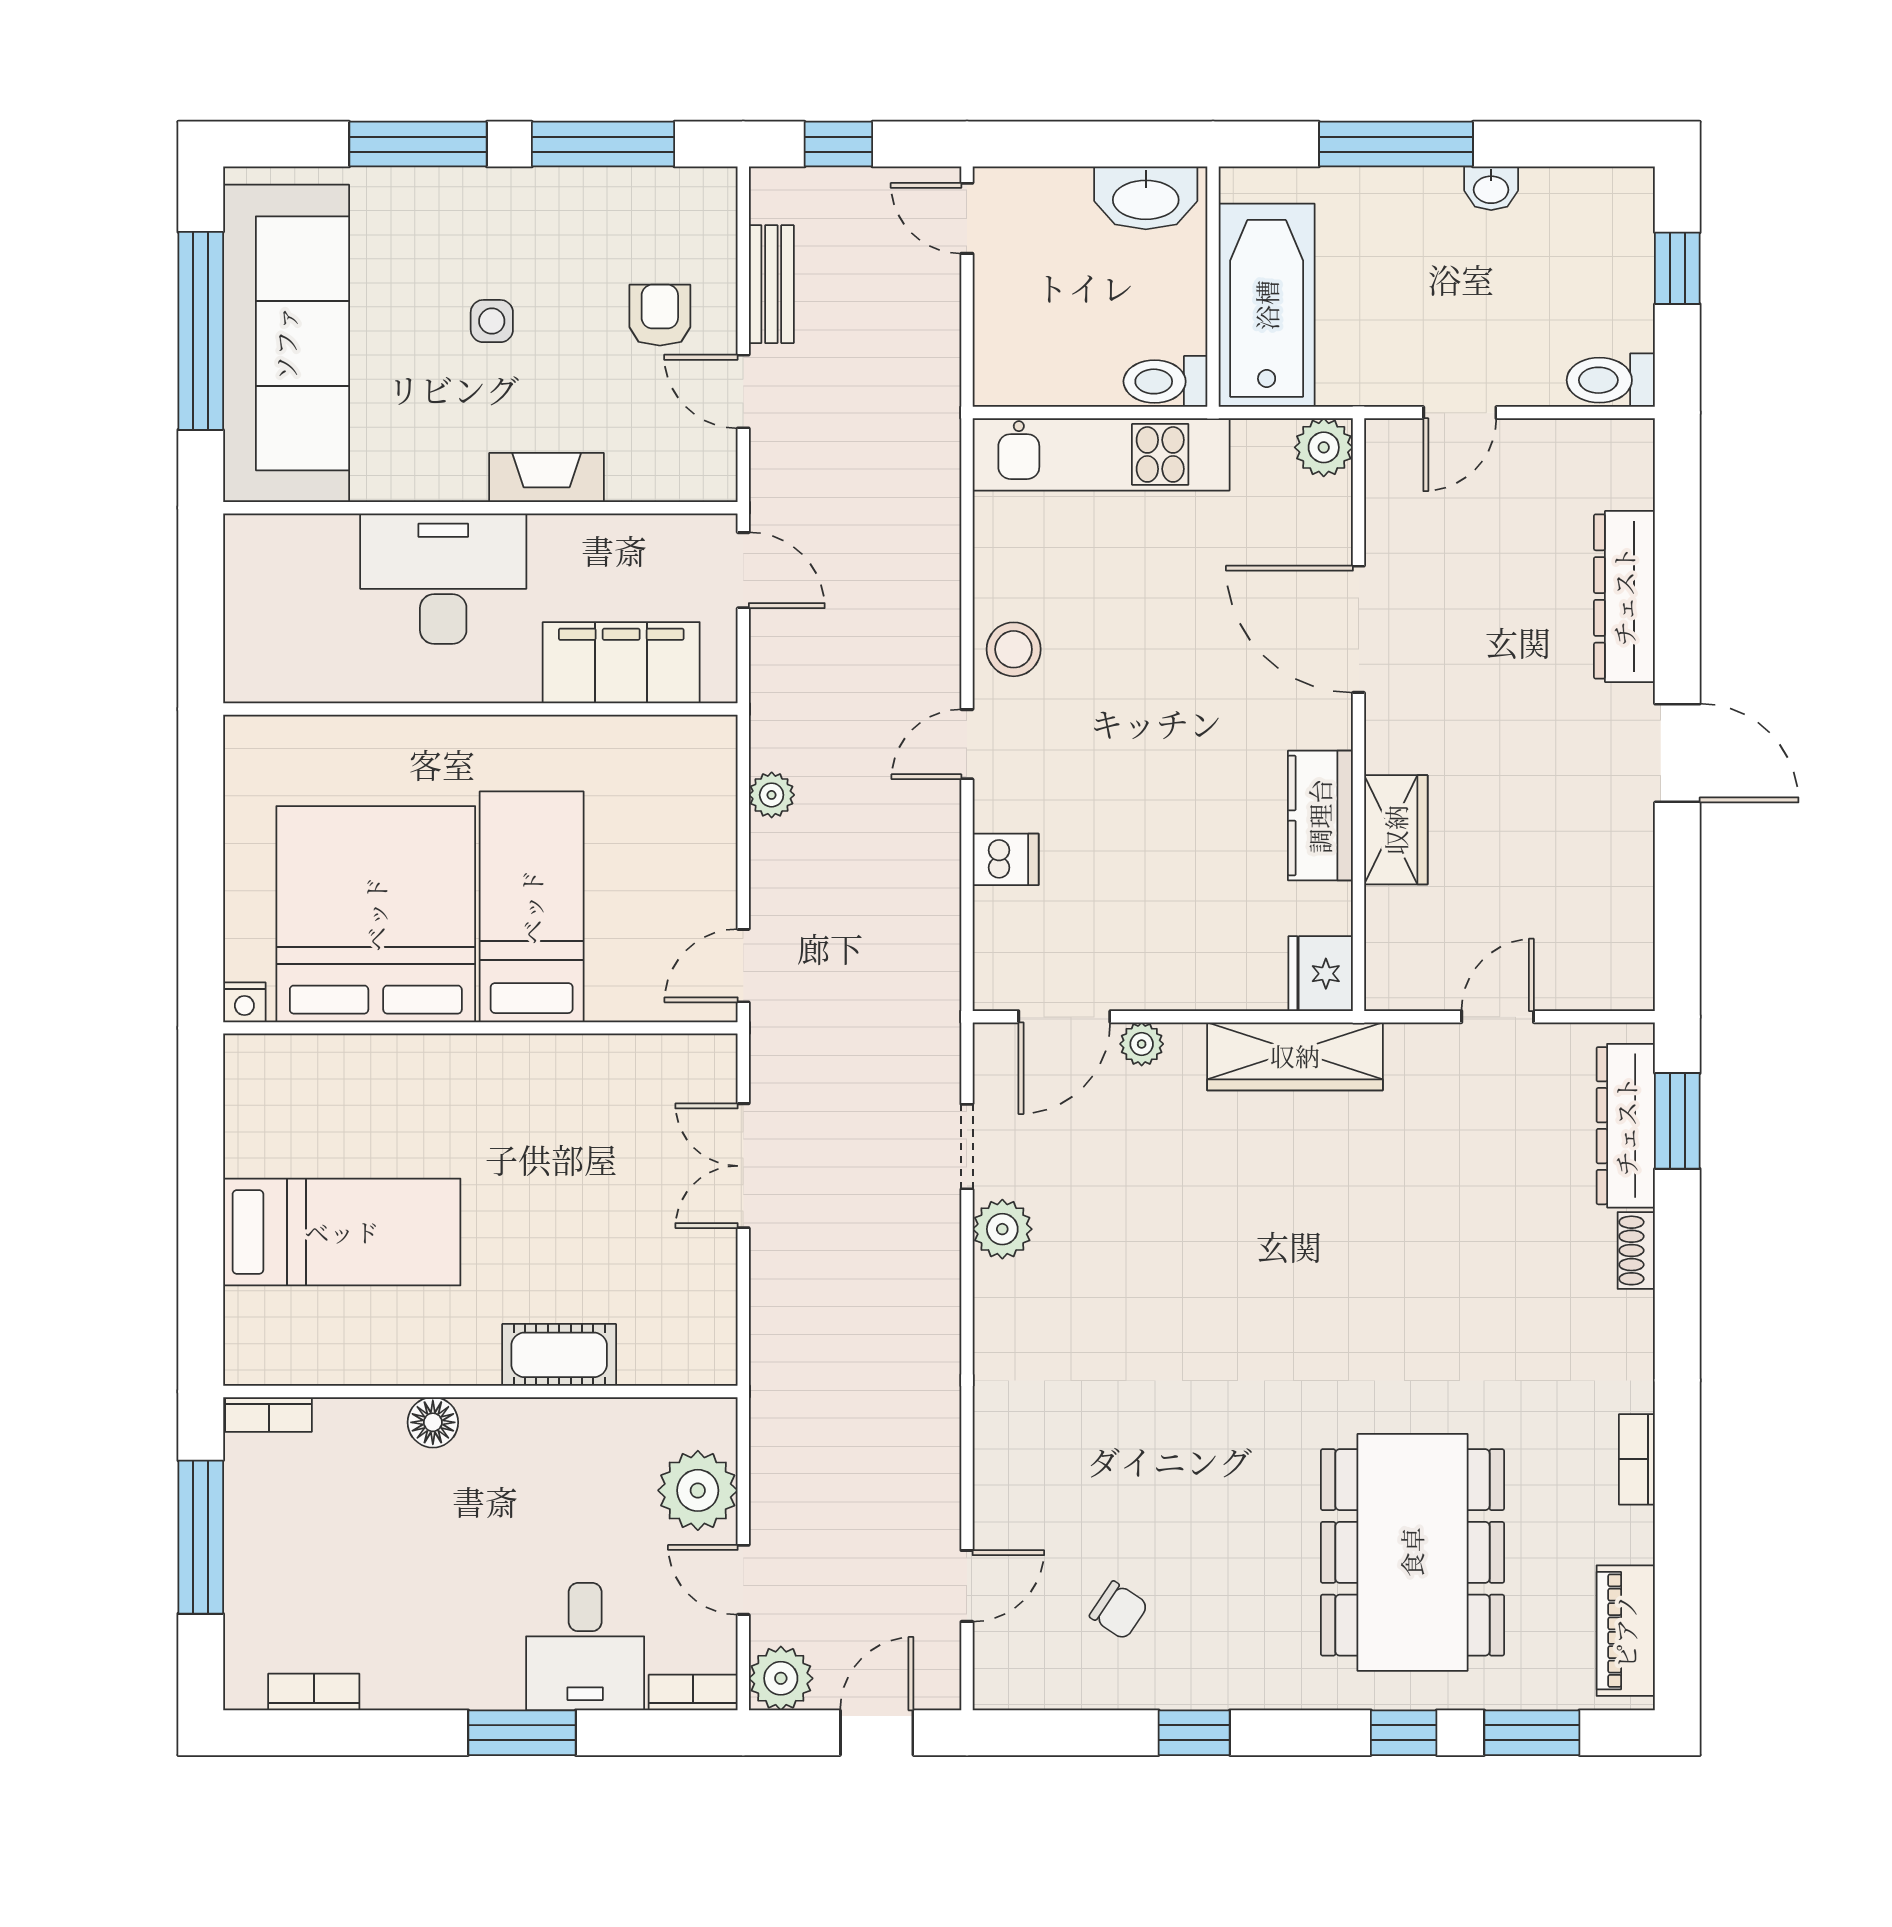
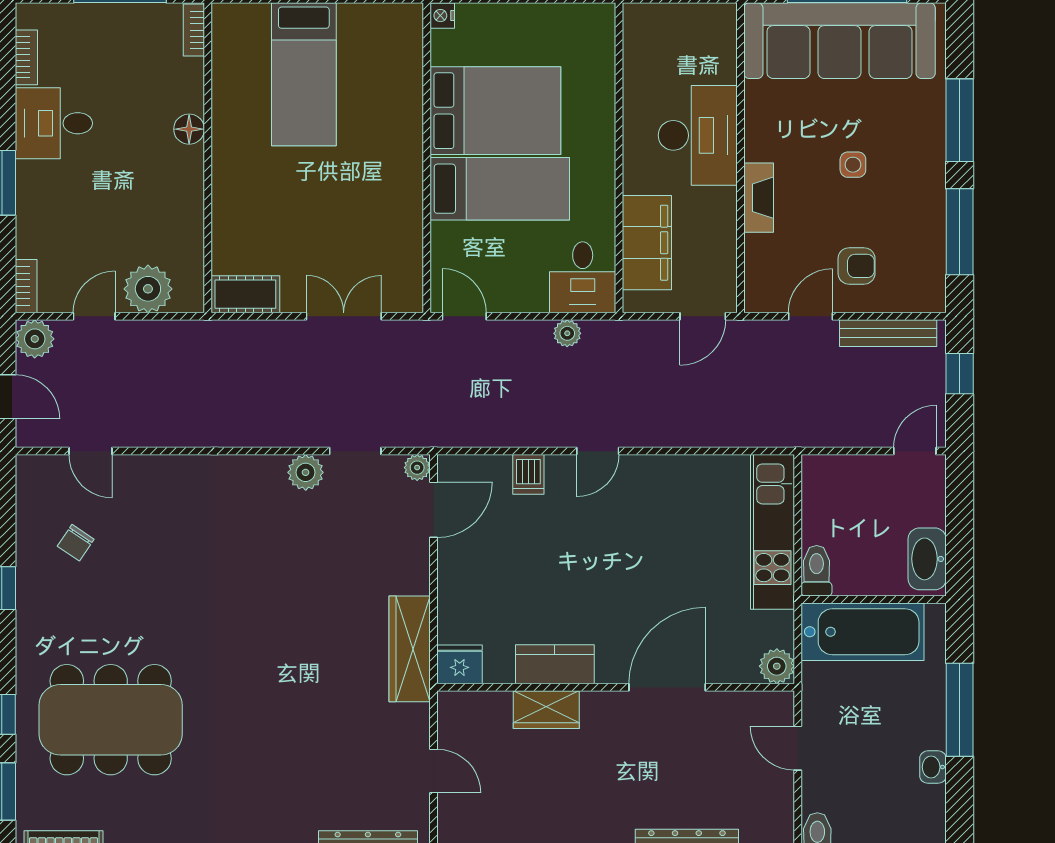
bench: (771, 284) -> (888, 333), width x1.36
stool: (1014, 649) -> (655, 479), removed
door: (967, 744) -> (598, 451), swing flipped
desk: (679, 769) -> (583, 277), added
bed: (376, 914) -> (495, 111), width x0.73
door: (1064, 1017) -> (434, 510), swing flipped
plant: (1142, 1044) -> (417, 468), moved
cot: (559, 1355) -> (245, 294), moved, turned 90
desk: (585, 1647) -> (54, 123), moved

